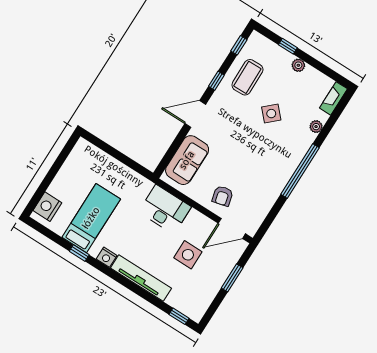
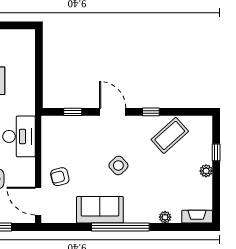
window: (239, 45) -> (73, 112), moved
coffee table: (247, 77) -> (170, 135), turned -41
side table: (271, 114) -> (118, 165), moved
sofa: (187, 160) -> (100, 210), moved, turned 180

